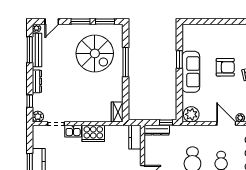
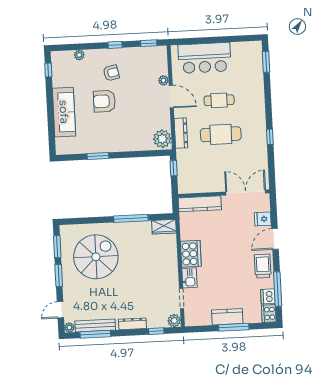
door: (52, 21) -> (60, 310), swing flipped
window: (126, 62) -> (131, 218), moved
armchair: (225, 67) -> (104, 101), turned -90
sofa: (191, 72) -> (64, 112), moved, turned 90
door: (226, 124) -> (171, 97), swing flipped
dresser: (157, 130) -> (181, 133), moved
kitchen counter: (135, 137) -> (200, 204), width x1.50

